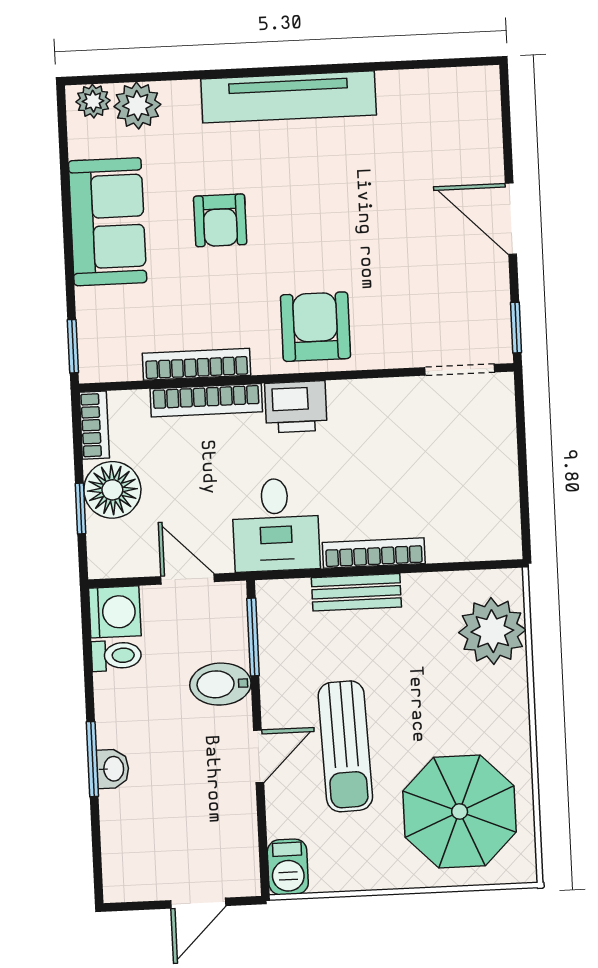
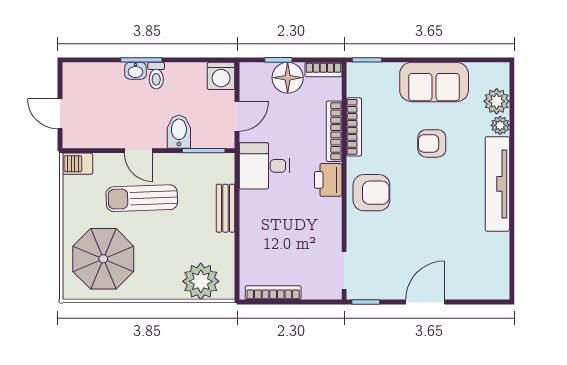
plant: (93, 101) -> (500, 125), moved
bookcase: (374, 553) -> (273, 293), moved, turned -90
toilet: (116, 656) -> (156, 76), moved

